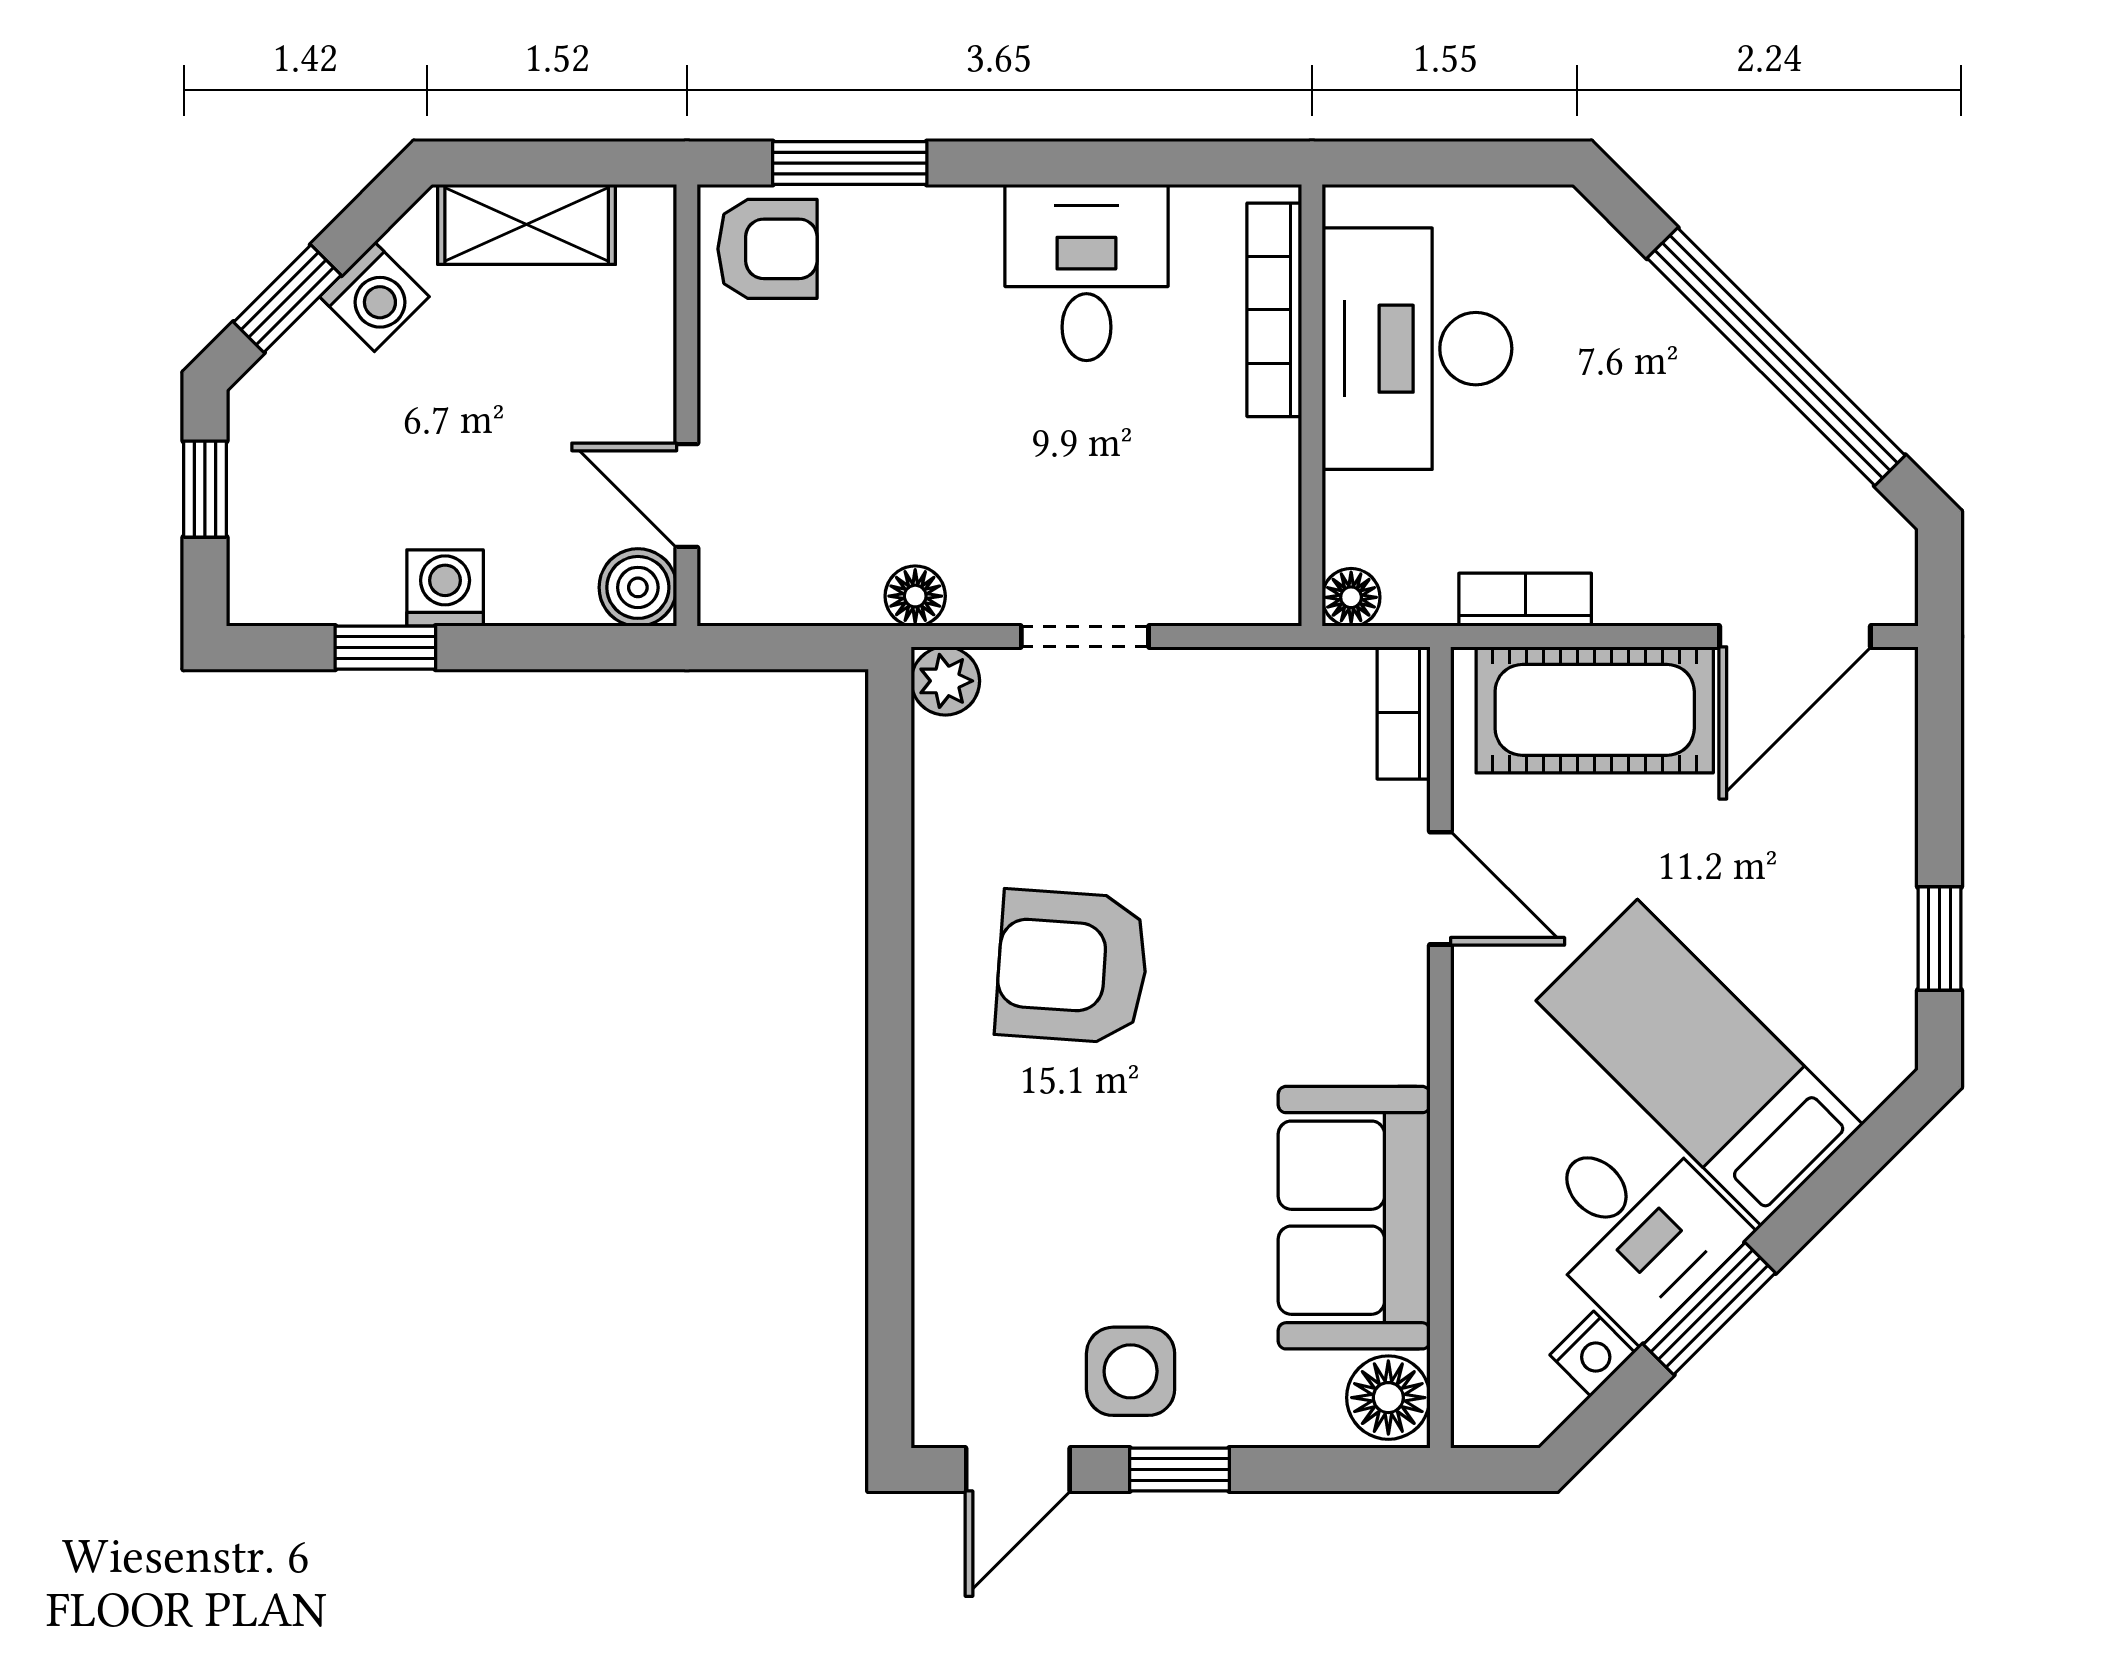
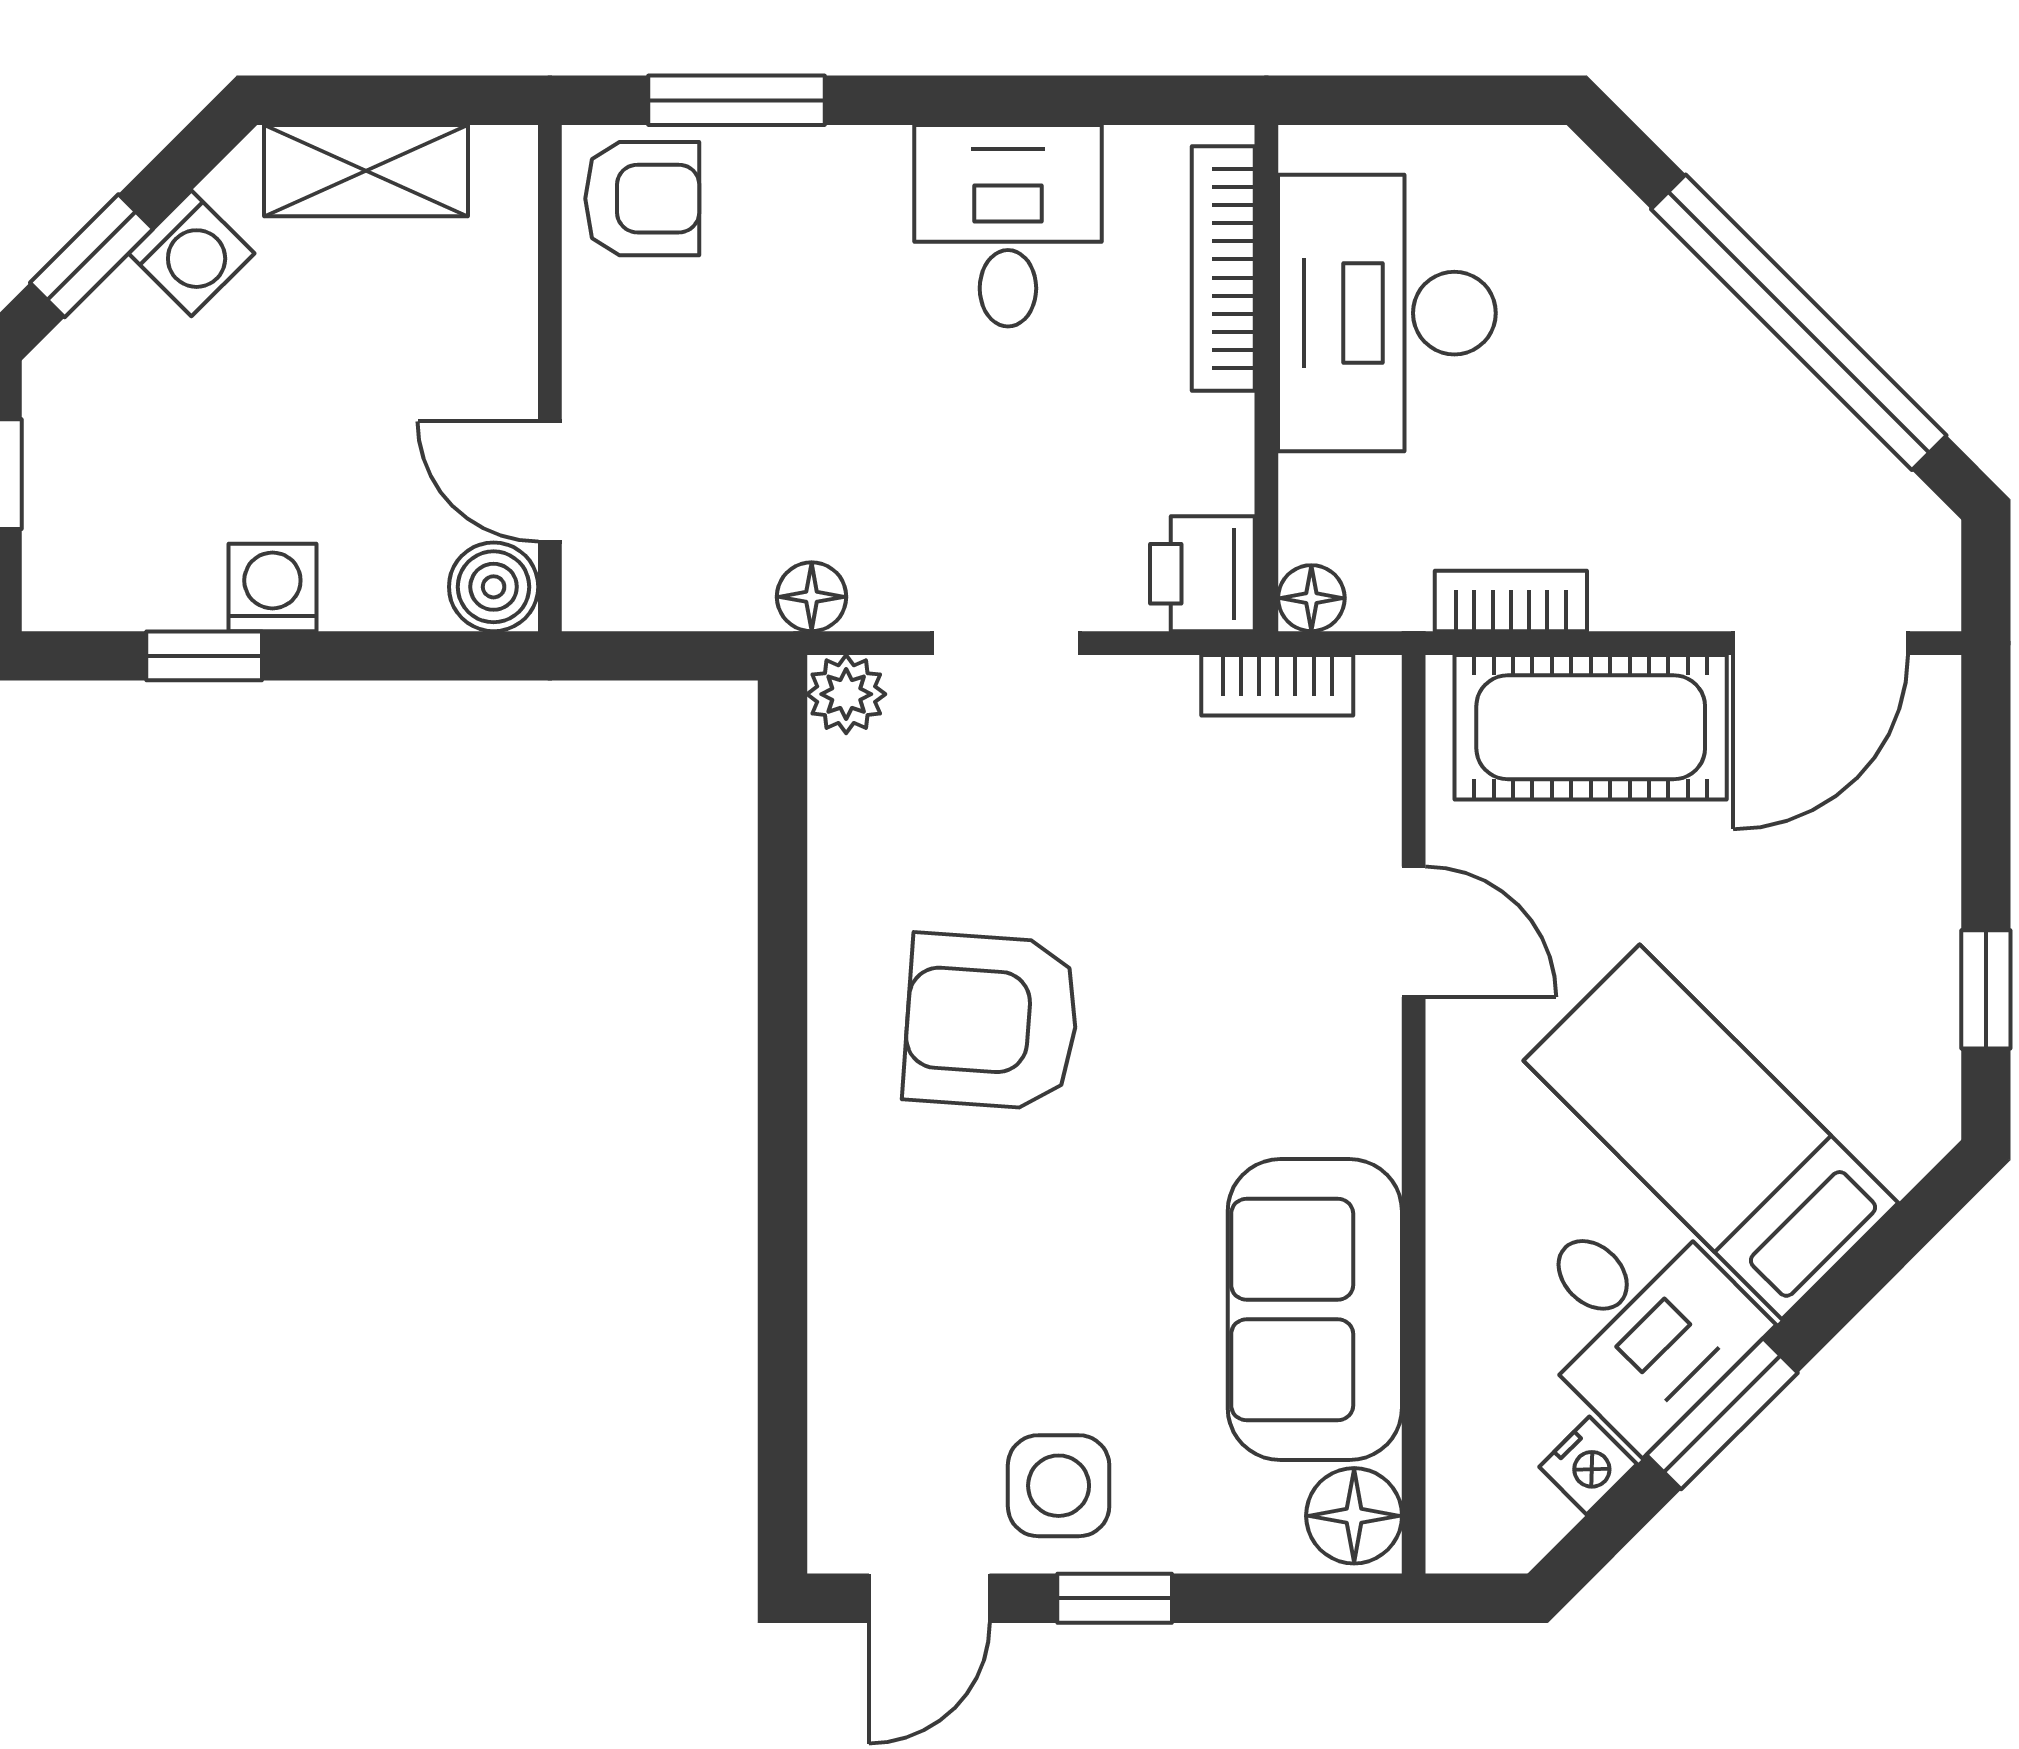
printer: (1256, 576) -> (1202, 574), added
bookcase: (1404, 713) -> (1277, 685), moved, turned -90

